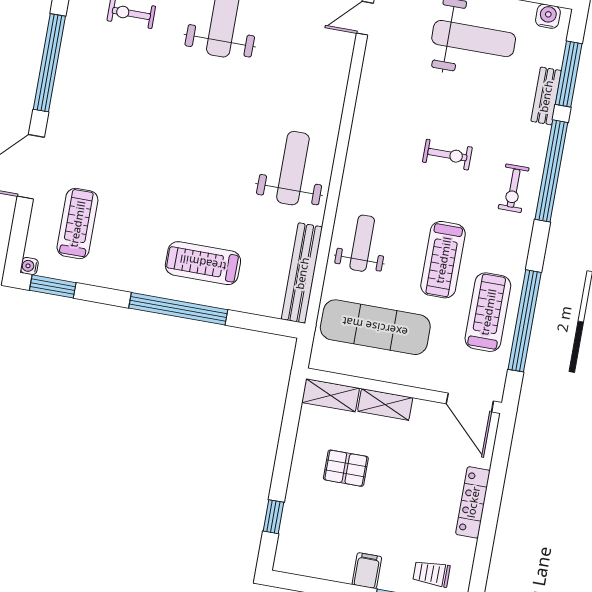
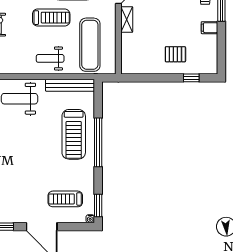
treadmill: (203, 263) -> (74, 134), width x1.37, depth x1.38
shelving: (331, 395) -> (127, 61), removed
shelving: (385, 404) -> (127, 19), moved
pallet: (346, 468) -> (175, 54), moved, turned 90

